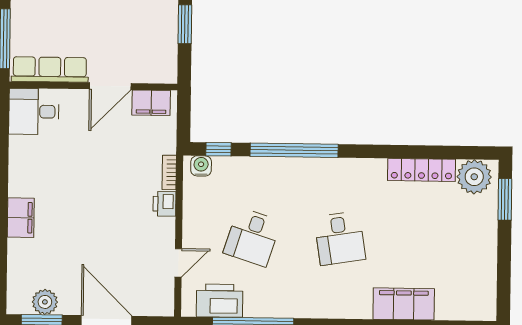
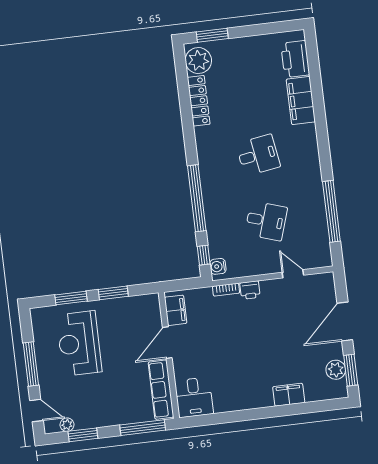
door: (110, 86) -> (167, 343), swing flipped
filing cabinet: (21, 218) -> (289, 395), moved
printer: (220, 301) -> (295, 59), moved

